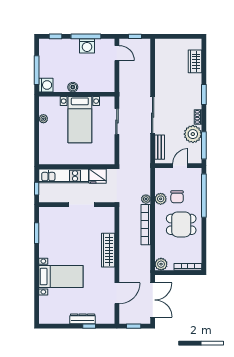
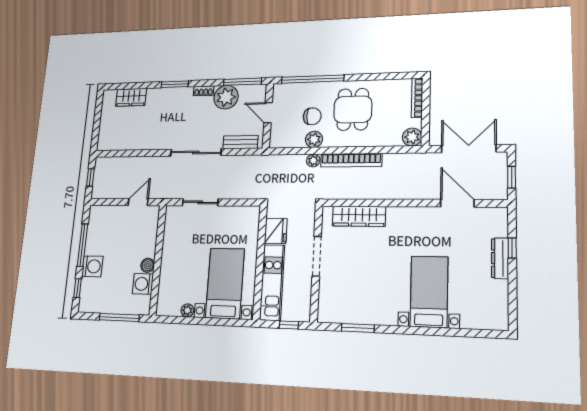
washing machine: (87, 46) -> (92, 266), moved
door: (117, 53) -> (138, 202), moved
washing machine: (46, 85) -> (143, 284), moved, turned -90
bed with nightstands: (80, 120) -> (225, 283), moved, turned -90
wardrobe: (108, 250) -> (359, 216), moved

